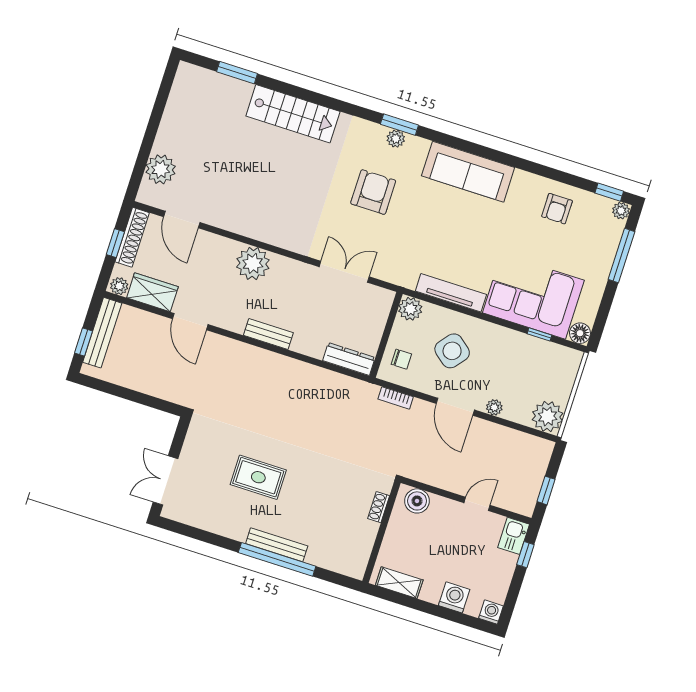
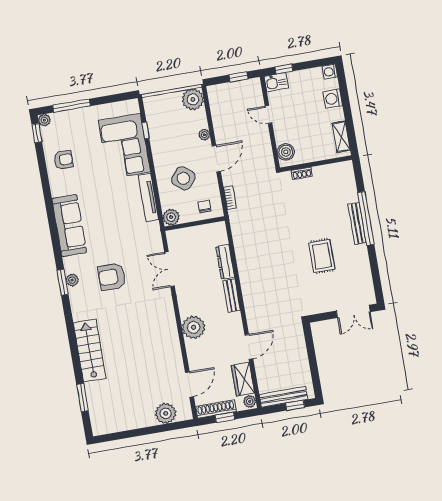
floor lamp: (580, 333) -> (132, 106), removed
dresser: (349, 359) -> (225, 262), moved

